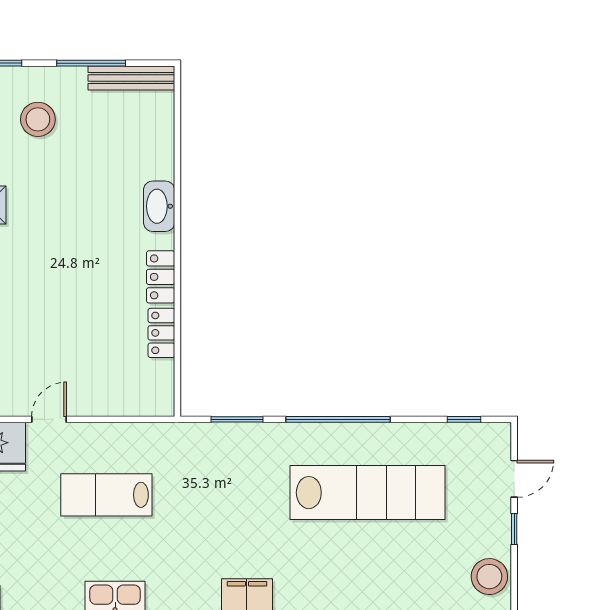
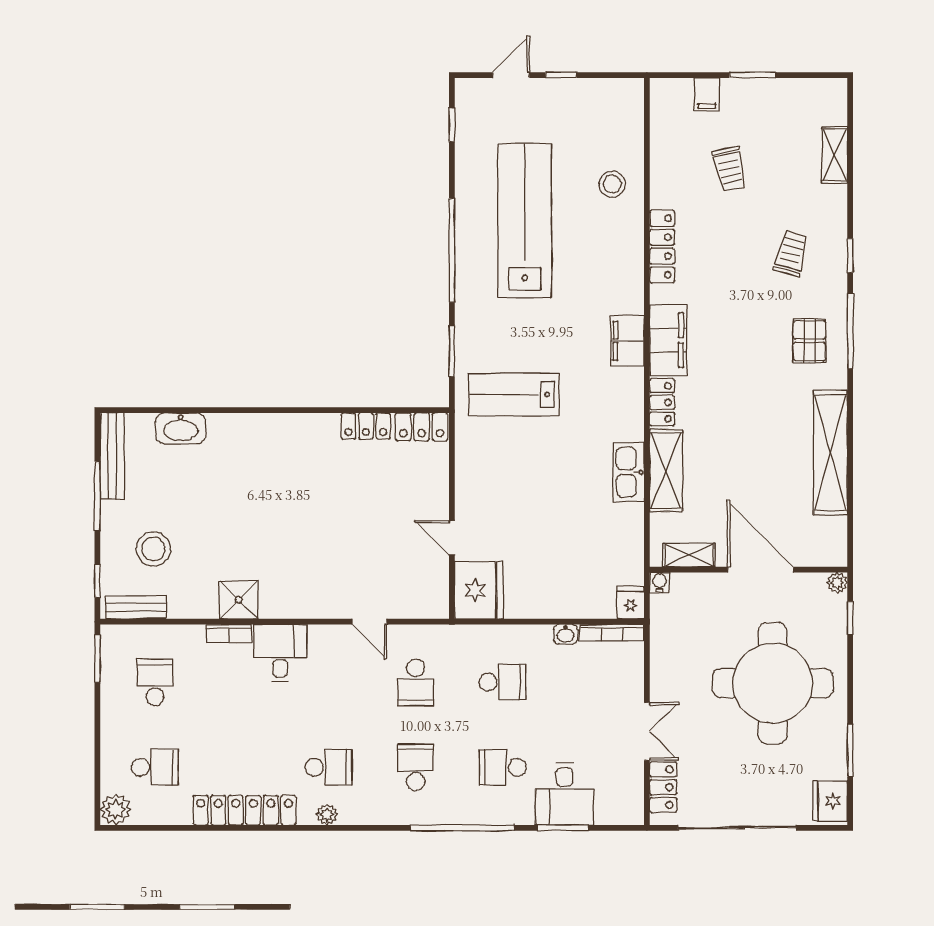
washbasin: (159, 206) -> (181, 428), moved
locker: (161, 277) -> (422, 427), moved
door: (514, 479) -> (511, 75), hinge flipped
lab bench: (106, 495) -> (514, 394), moved, turned 90
stool: (489, 577) -> (612, 184), moved, width x0.73, depth x0.73

